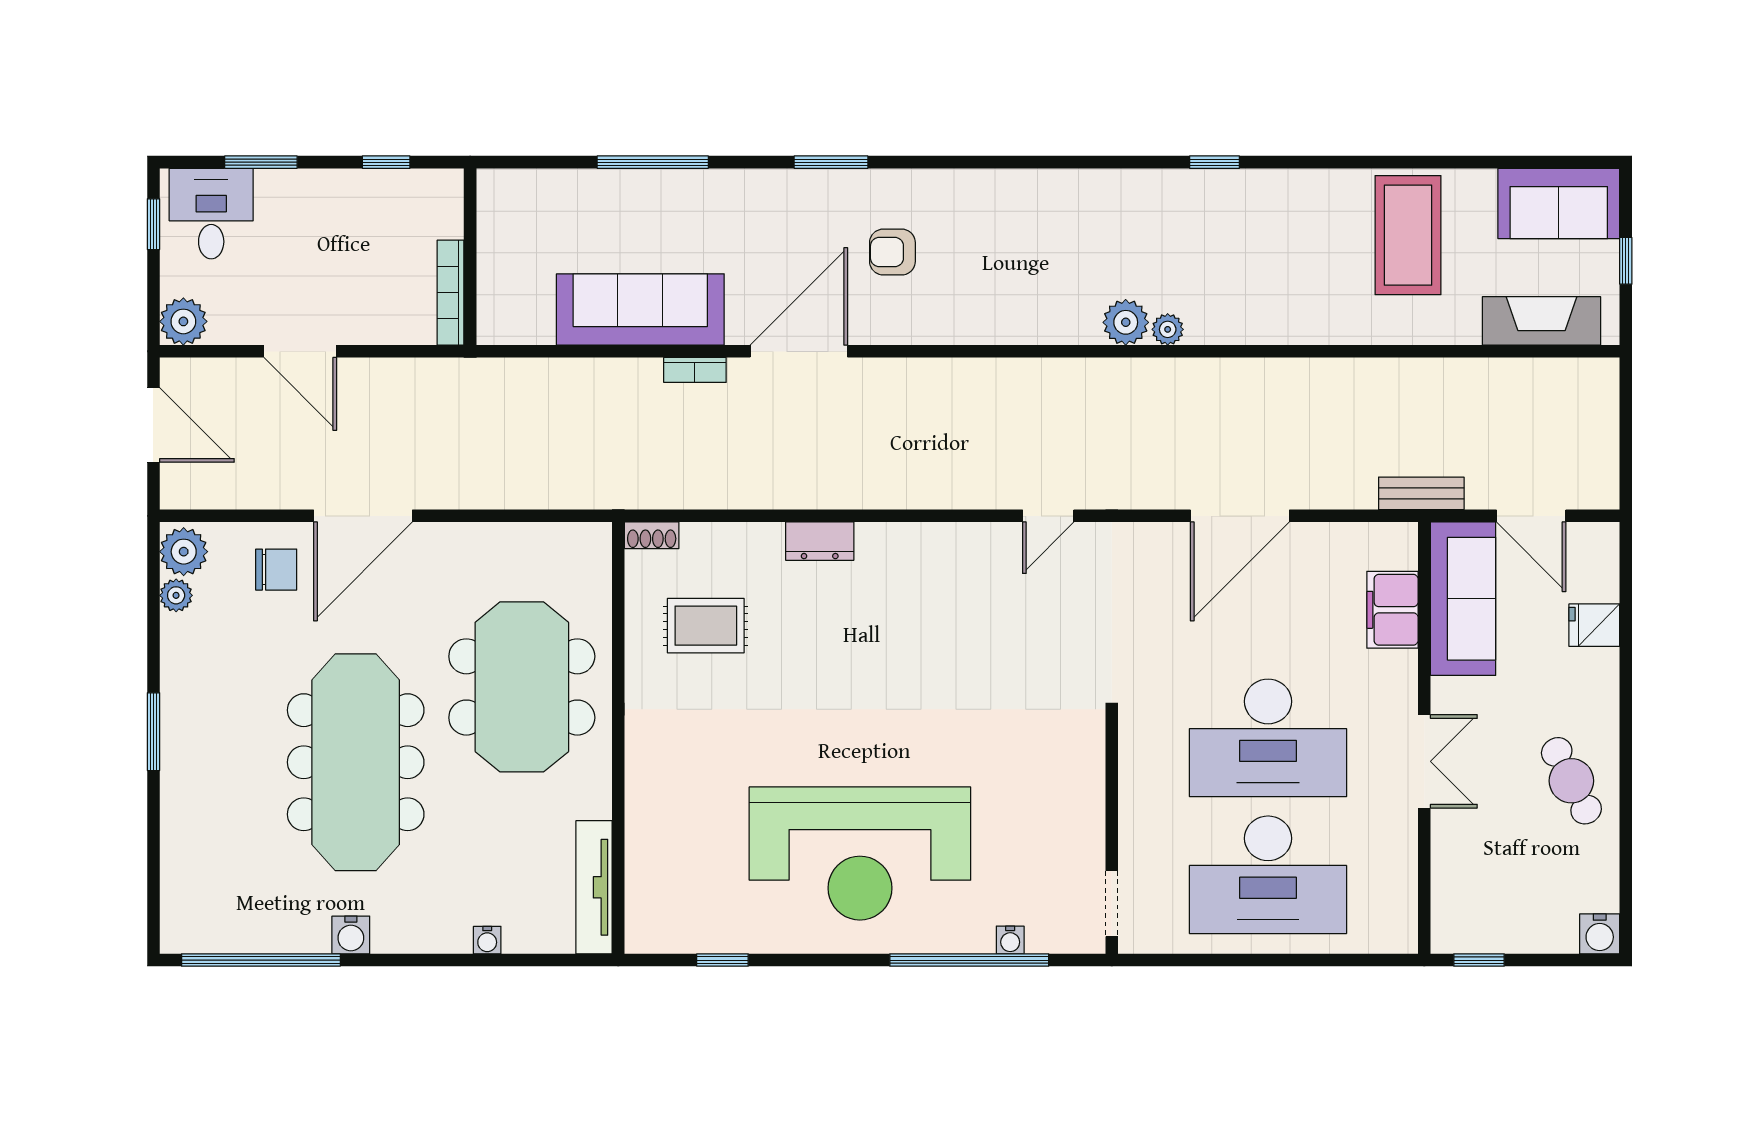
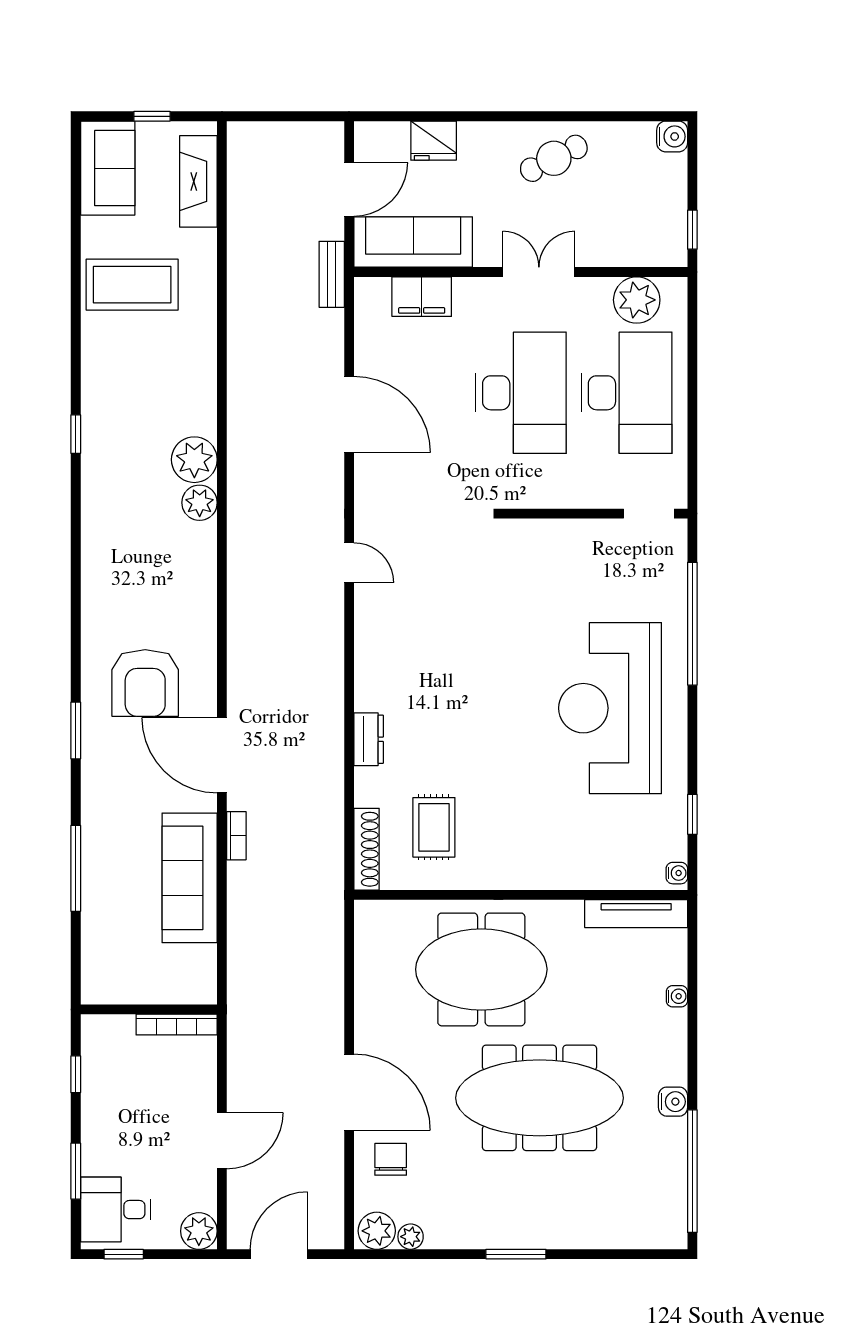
armchair: (892, 252) -> (145, 683), width x1.88, depth x1.88
plant: (1168, 329) -> (194, 460), width x1.87, depth x1.87
shoe rack: (652, 535) -> (367, 849), width x1.94, depth x1.24
fridge: (1594, 625) -> (434, 141), width x1.38
reception desk: (860, 854) -> (610, 708), turned 180
plant: (1388, 888) -> (637, 300), added
water cooler: (1010, 940) -> (677, 873), moved

